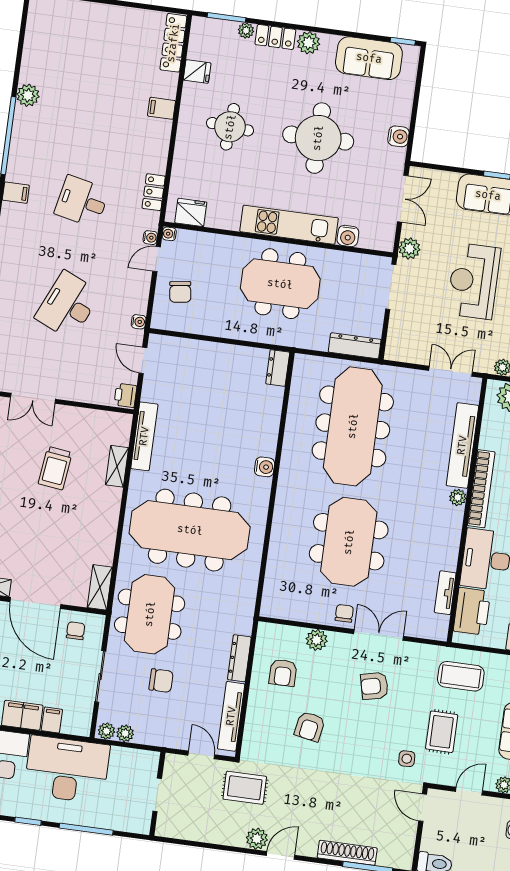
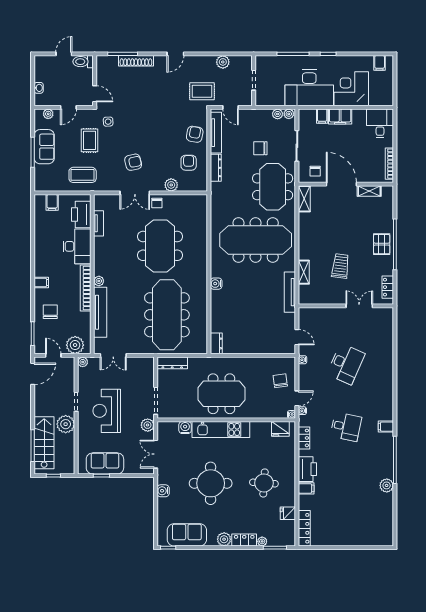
reception desk: (474, 281) -> (107, 411), turned 180
printer: (125, 395) -> (307, 469), moved, width x1.87, depth x1.48
armchair: (310, 726) -> (195, 134), moved
plant: (257, 839) -> (223, 62), moved

